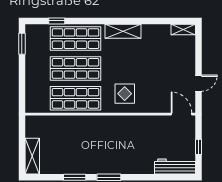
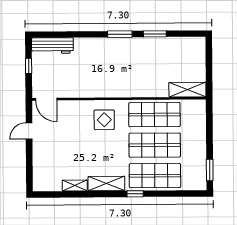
window: (57, 21) -> (135, 194), moved
shelving: (183, 29) -> (75, 186), moved
shelving: (32, 156) -> (187, 90), moved, turned 90

